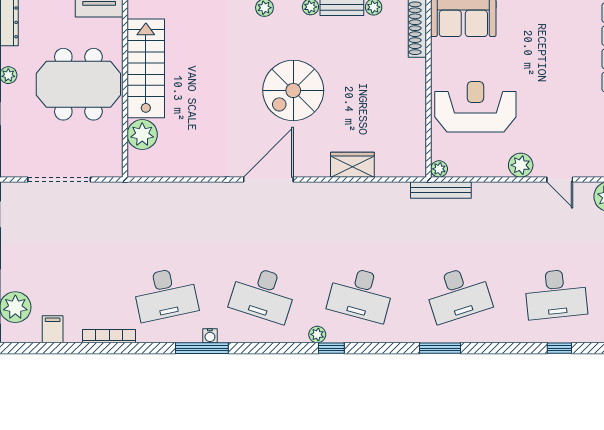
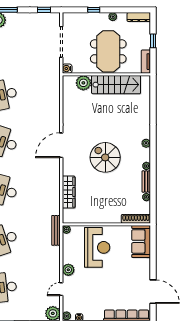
wardrobe: (352, 165) -> (69, 192), width x1.50
water cooler: (113, 168) -> (67, 69), added
door: (268, 179) -> (61, 145), swing flipped

